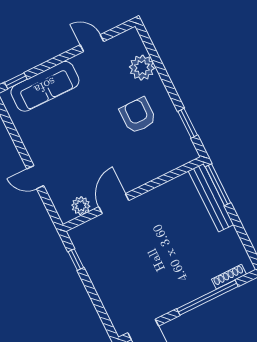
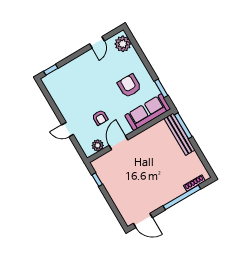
door: (92, 43) -> (97, 42), swing flipped
plant: (142, 68) -> (123, 44), moved
sofa: (45, 86) -> (148, 112), moved, turned 180
armchair: (88, 162) -> (100, 118), added

